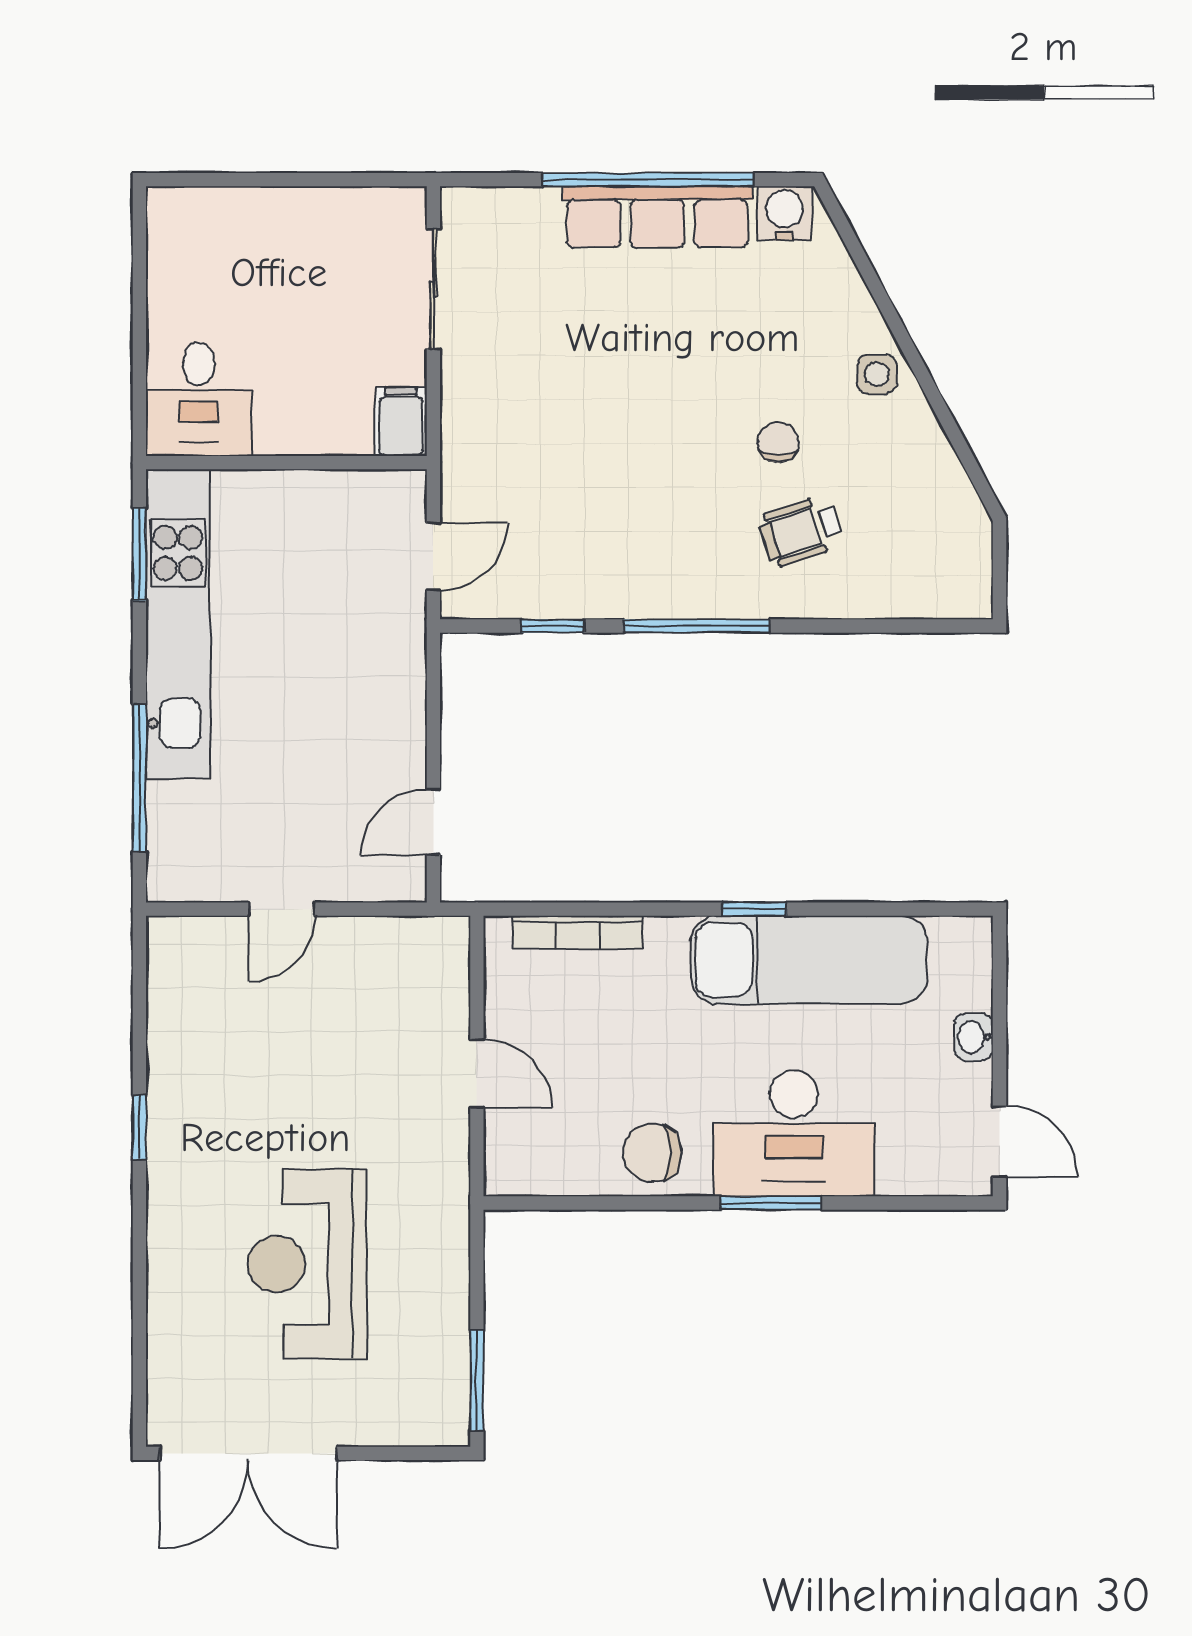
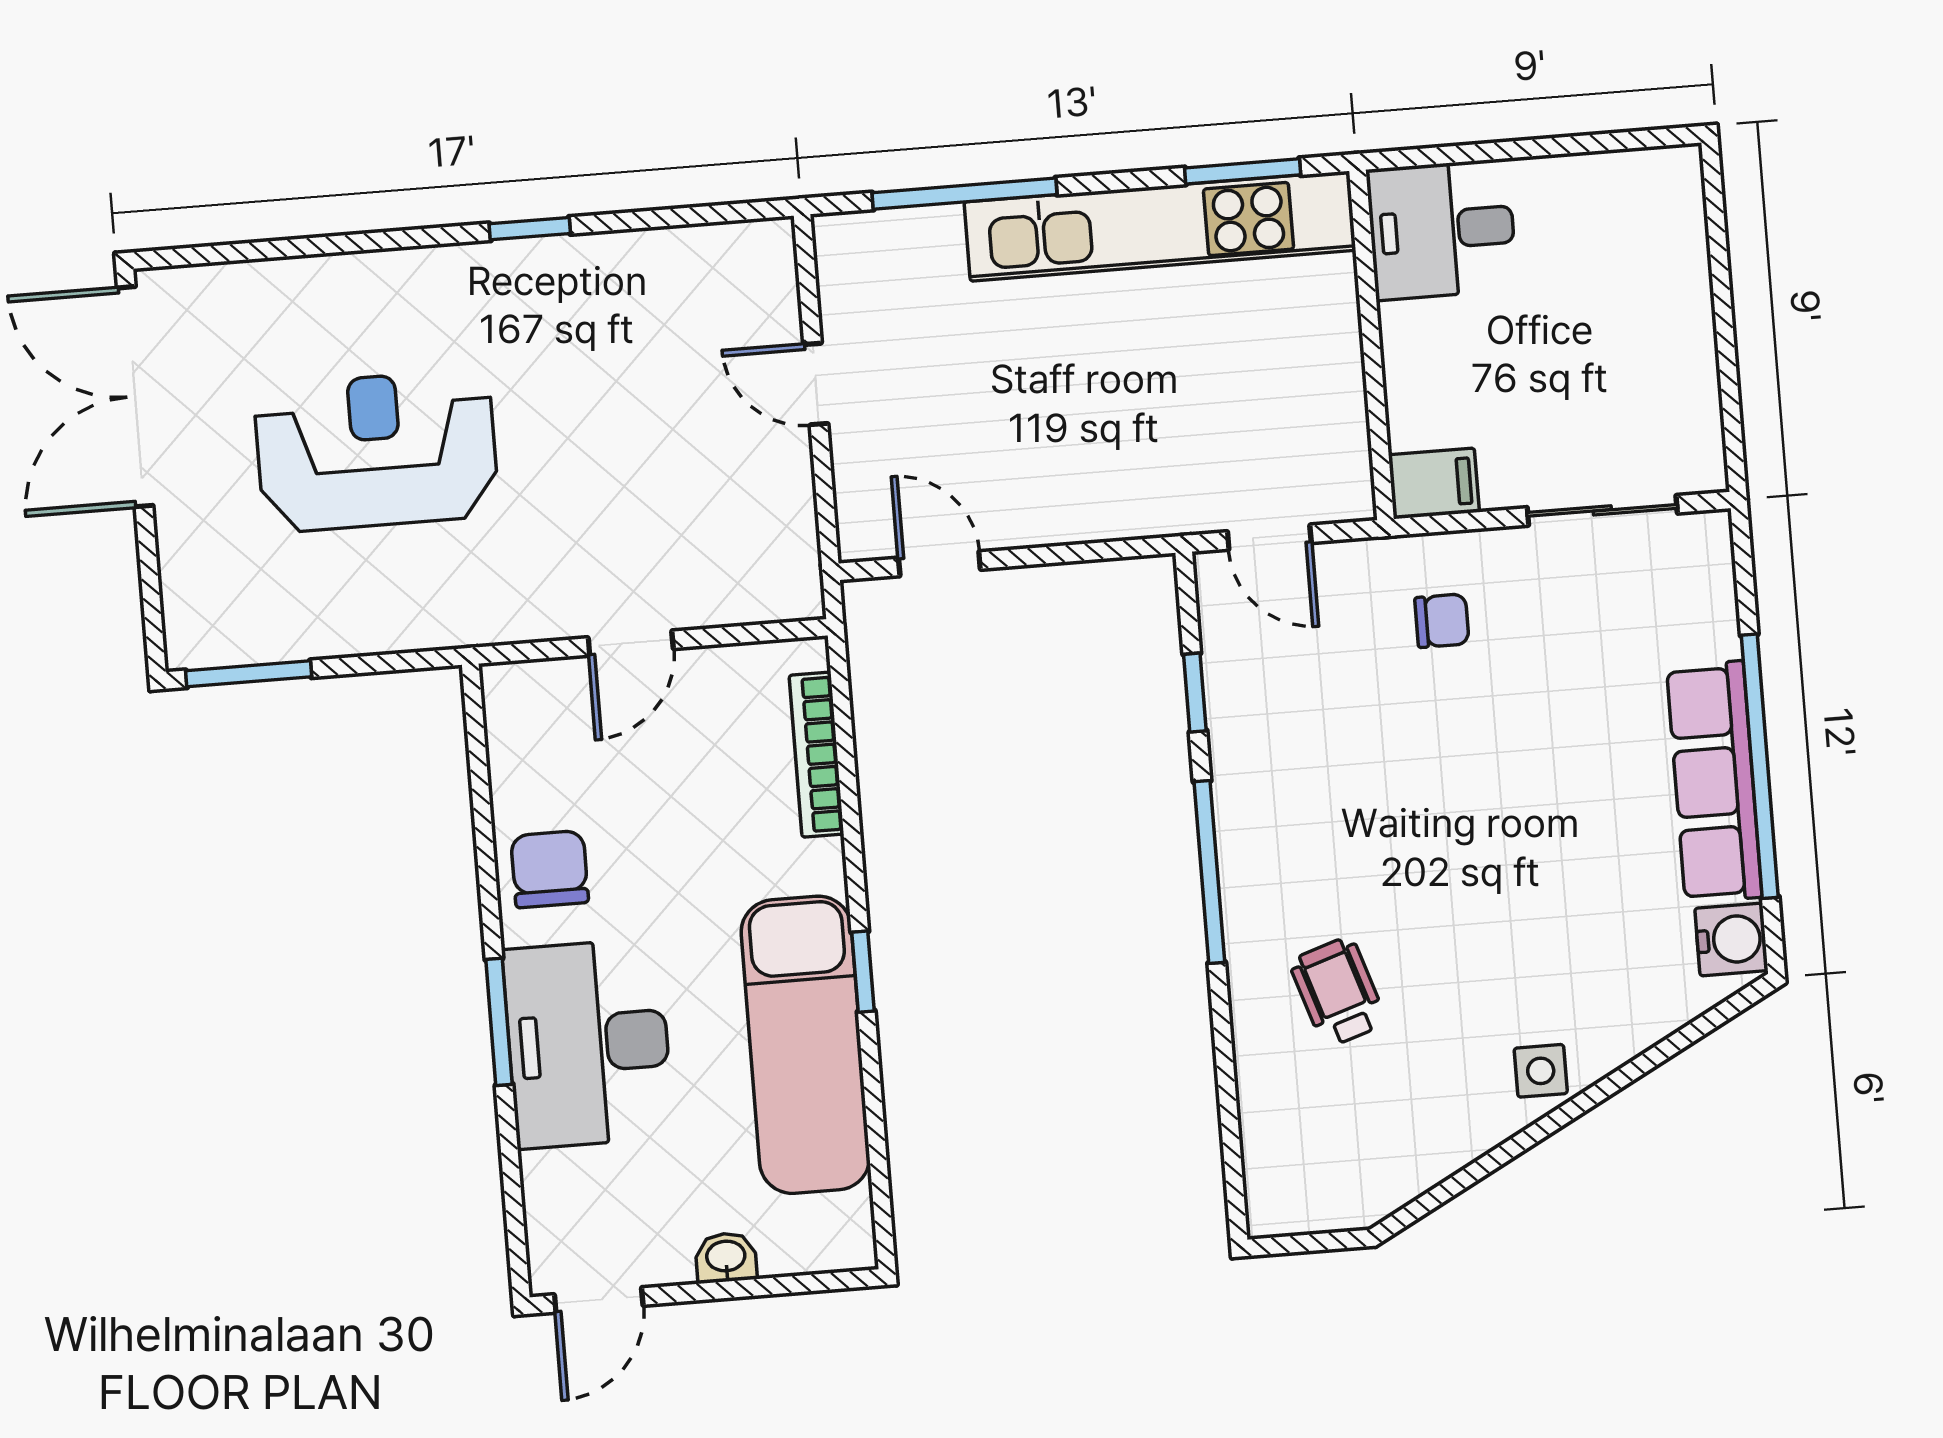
chair: (778, 442) -> (1442, 621), moved

